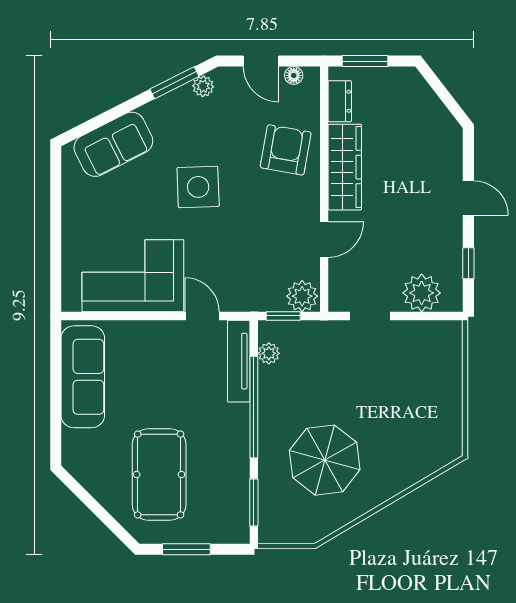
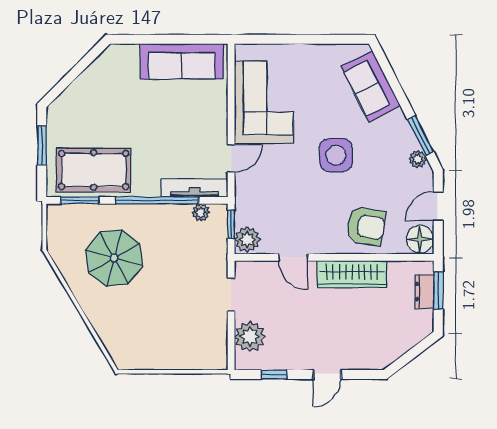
floor lamp: (294, 75) -> (420, 239), width x1.89, depth x1.89
dresser: (340, 101) -> (424, 291), moved, turned 90
pool table: (159, 474) -> (94, 170), moved

